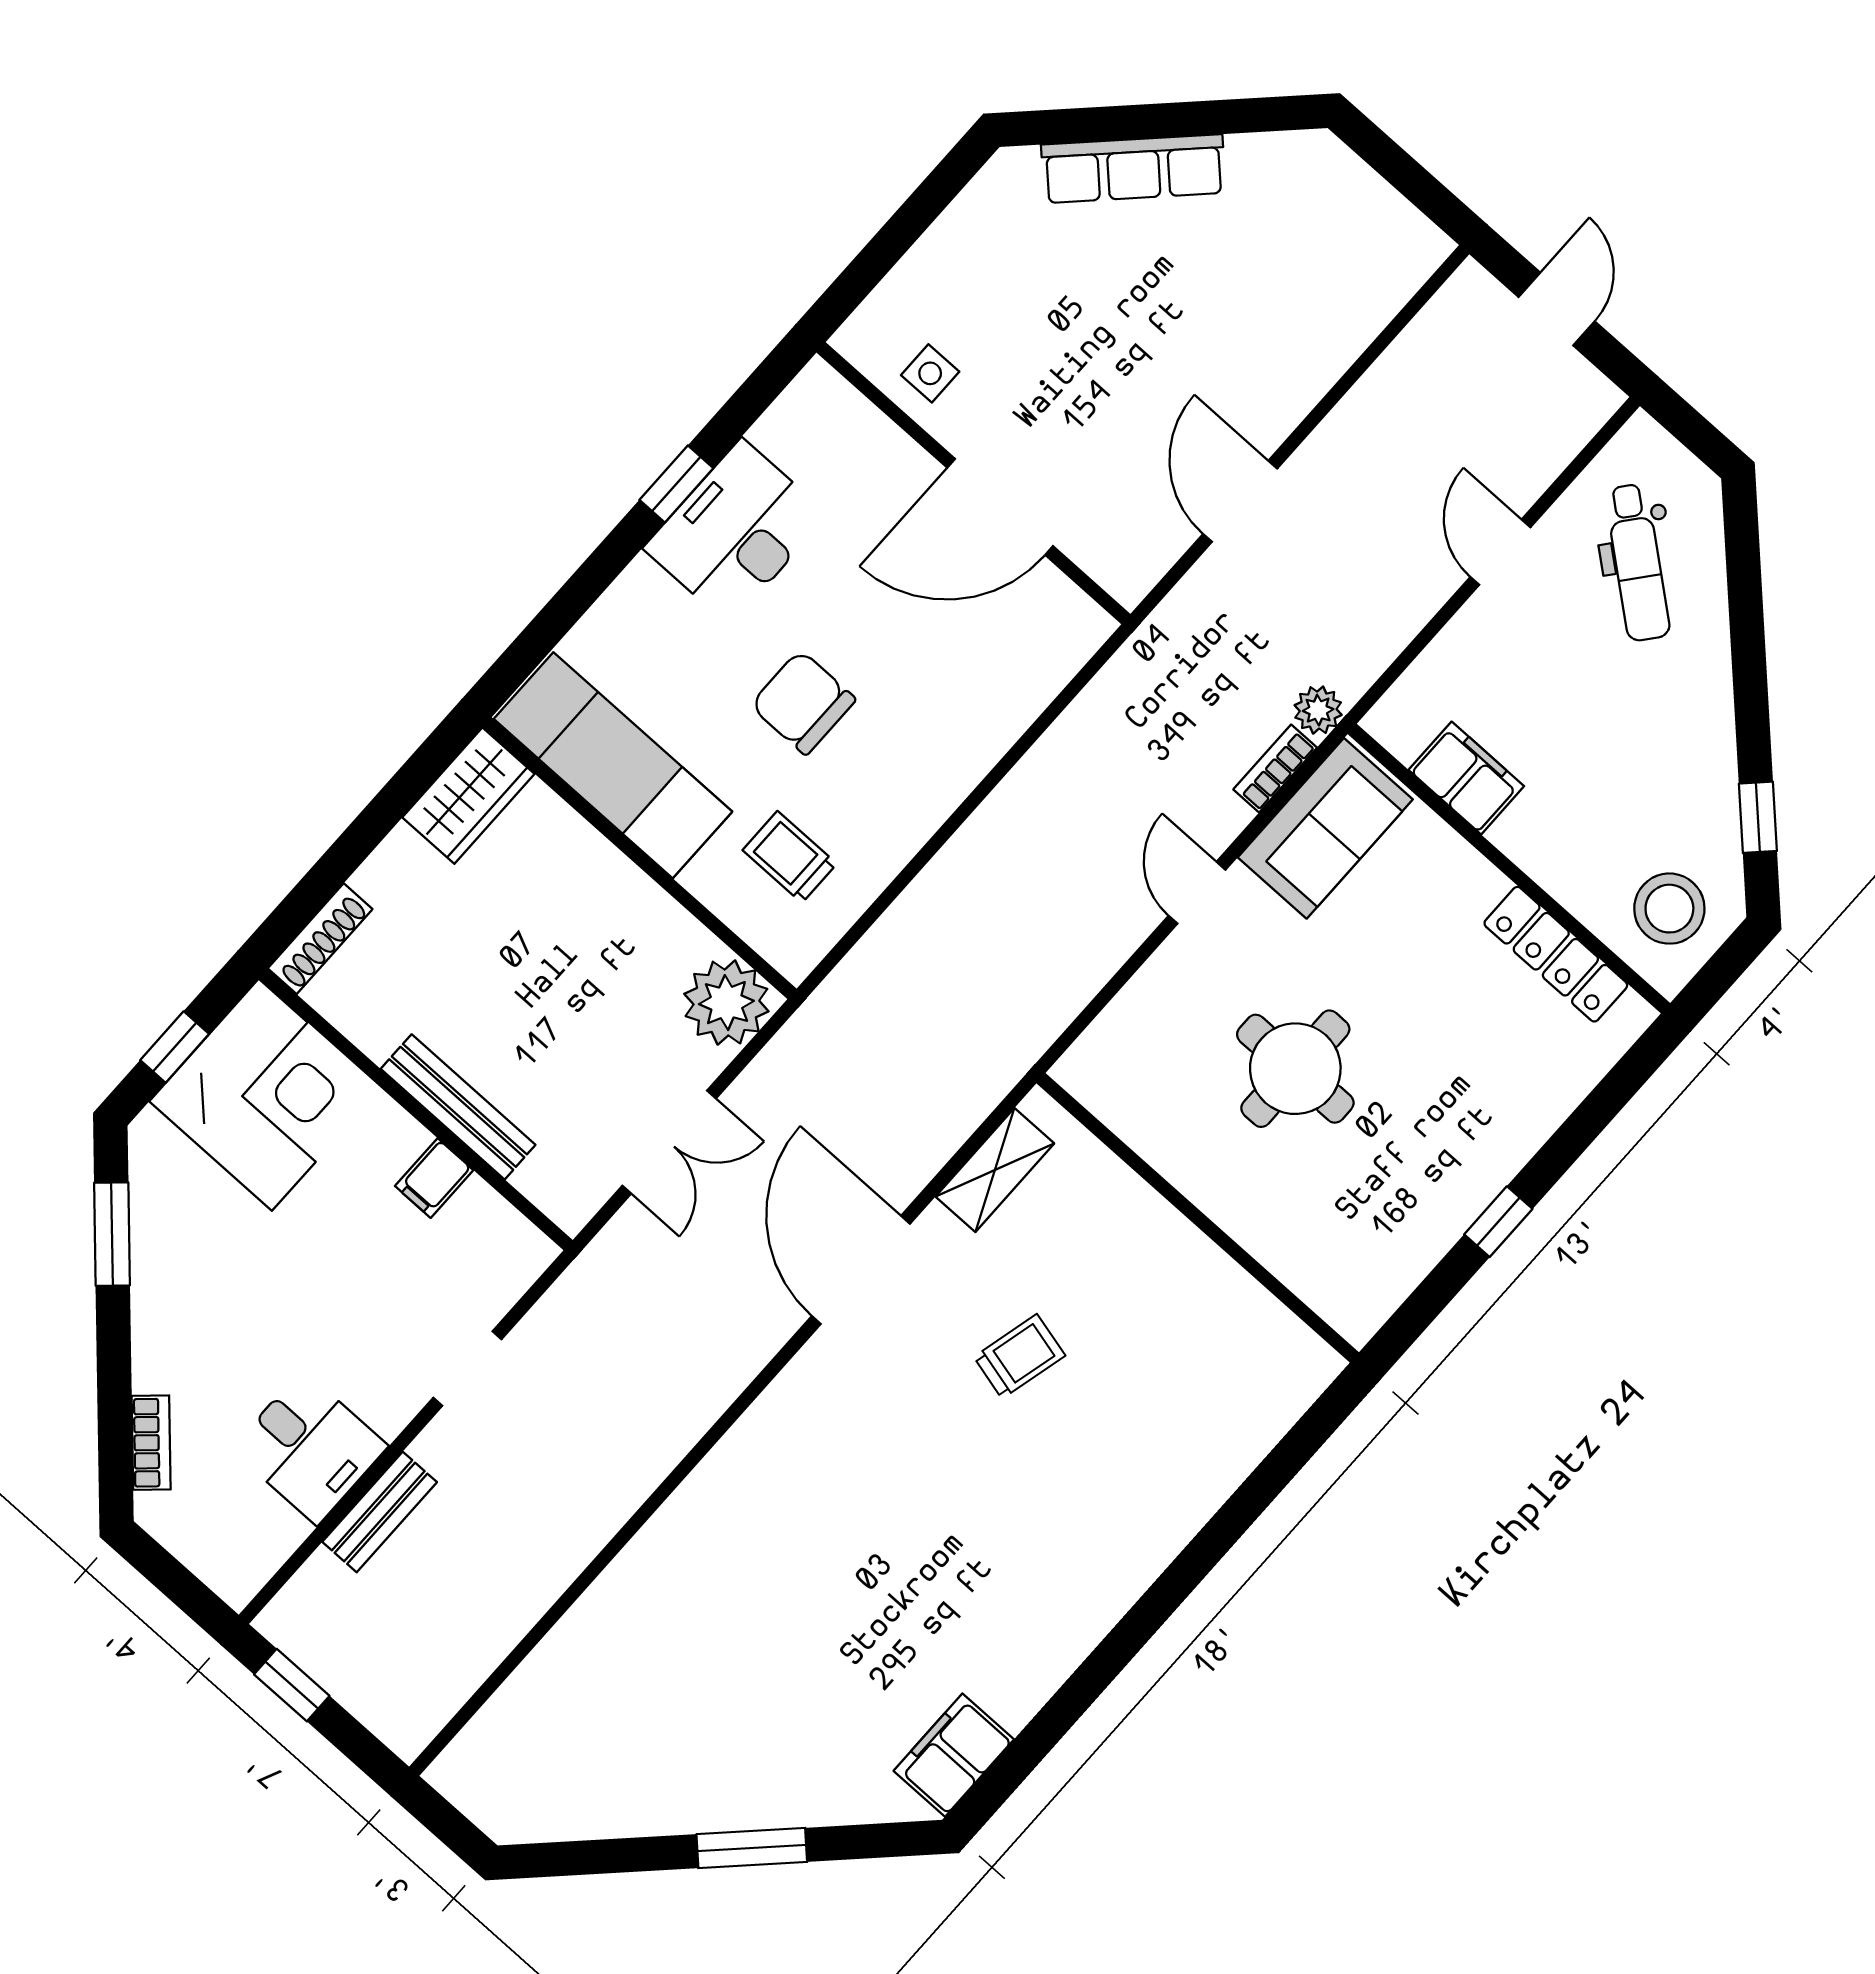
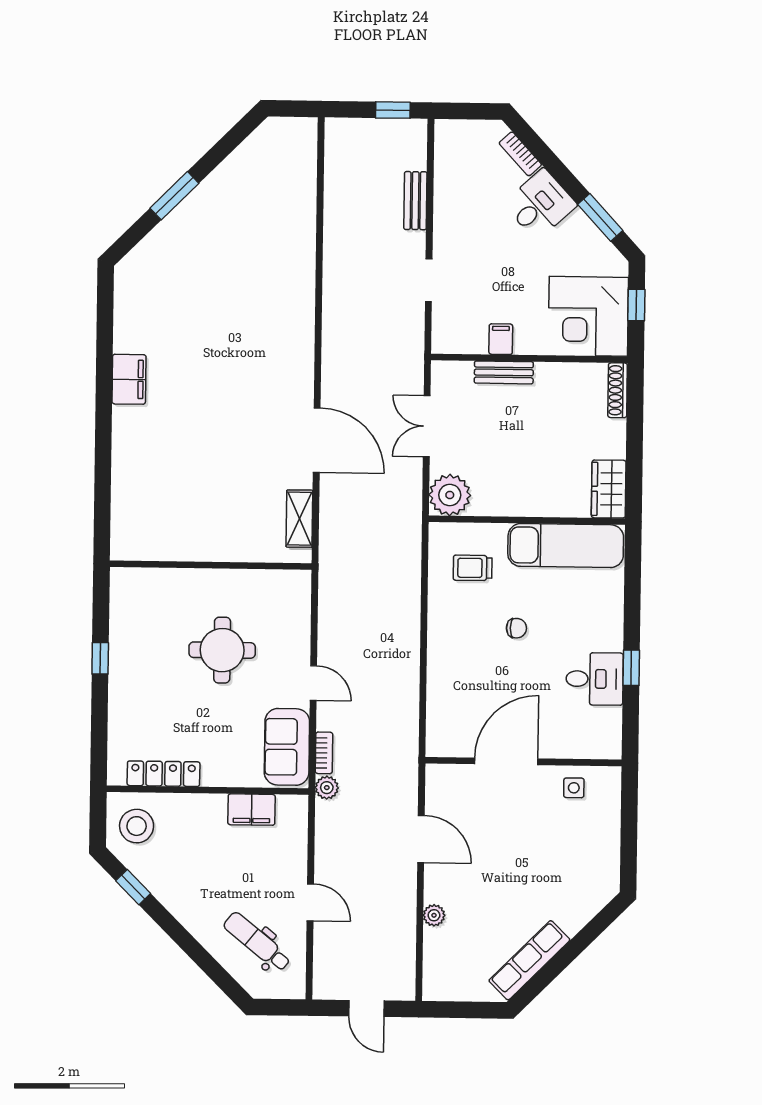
row of seats: (1133, 169) -> (529, 960), moved
plant: (1323, 363) -> (434, 915), added
desk: (736, 532) -> (595, 679), width x0.73
chair: (803, 702) -> (516, 628), width x0.54, depth x0.54
trolley: (790, 857) -> (473, 568), turned 180
bench: (458, 1107) -> (504, 372), width x0.73
trolley: (1020, 1356) -> (232, 459), removed
desk: (310, 1448) -> (540, 204), moved, turned 137
filing cabinet: (954, 1755) -> (129, 379), moved

